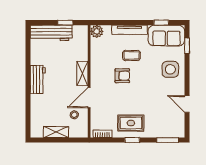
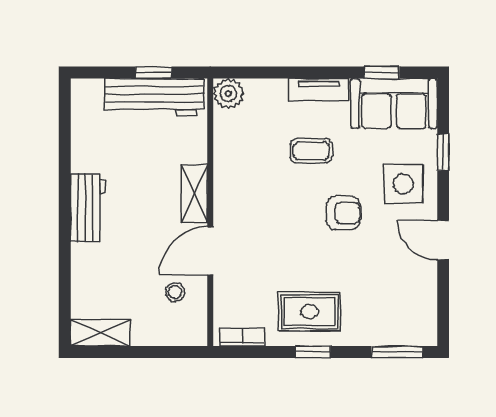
tv unit: (129, 30) -> (318, 90), width x0.71
workbench: (51, 33) -> (154, 97), moved
window: (187, 46) -> (443, 152), moved
armchair: (122, 76) -> (343, 213), moved
door: (187, 104) -> (443, 240), moved
shelving: (56, 132) -> (100, 333), moved

